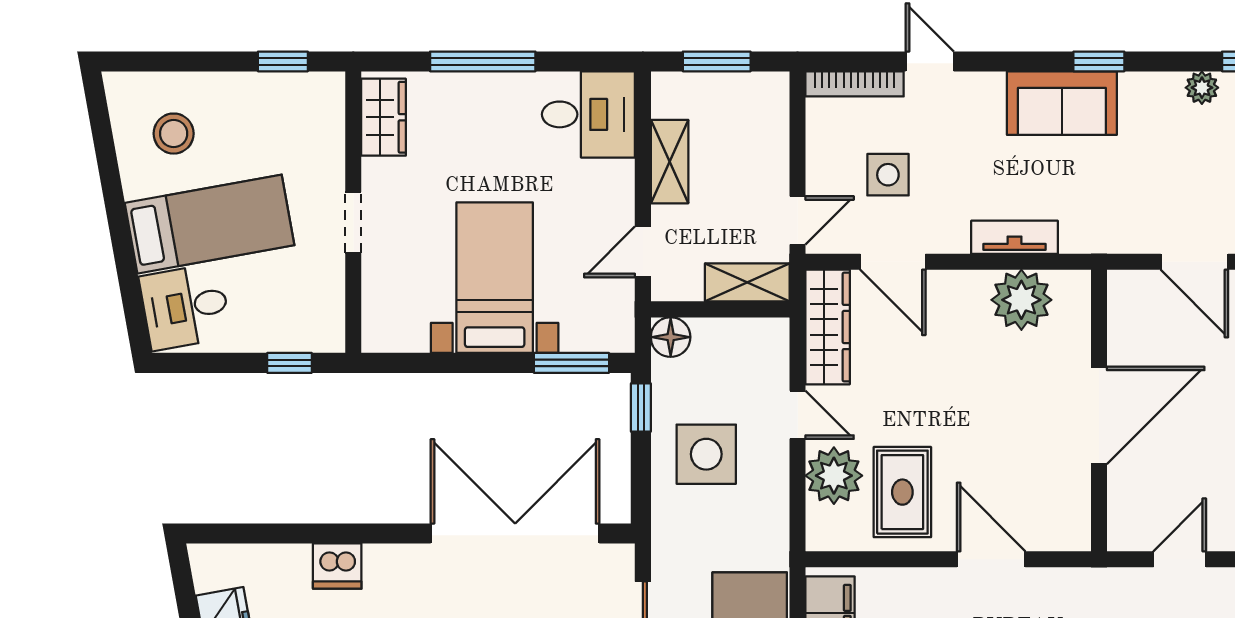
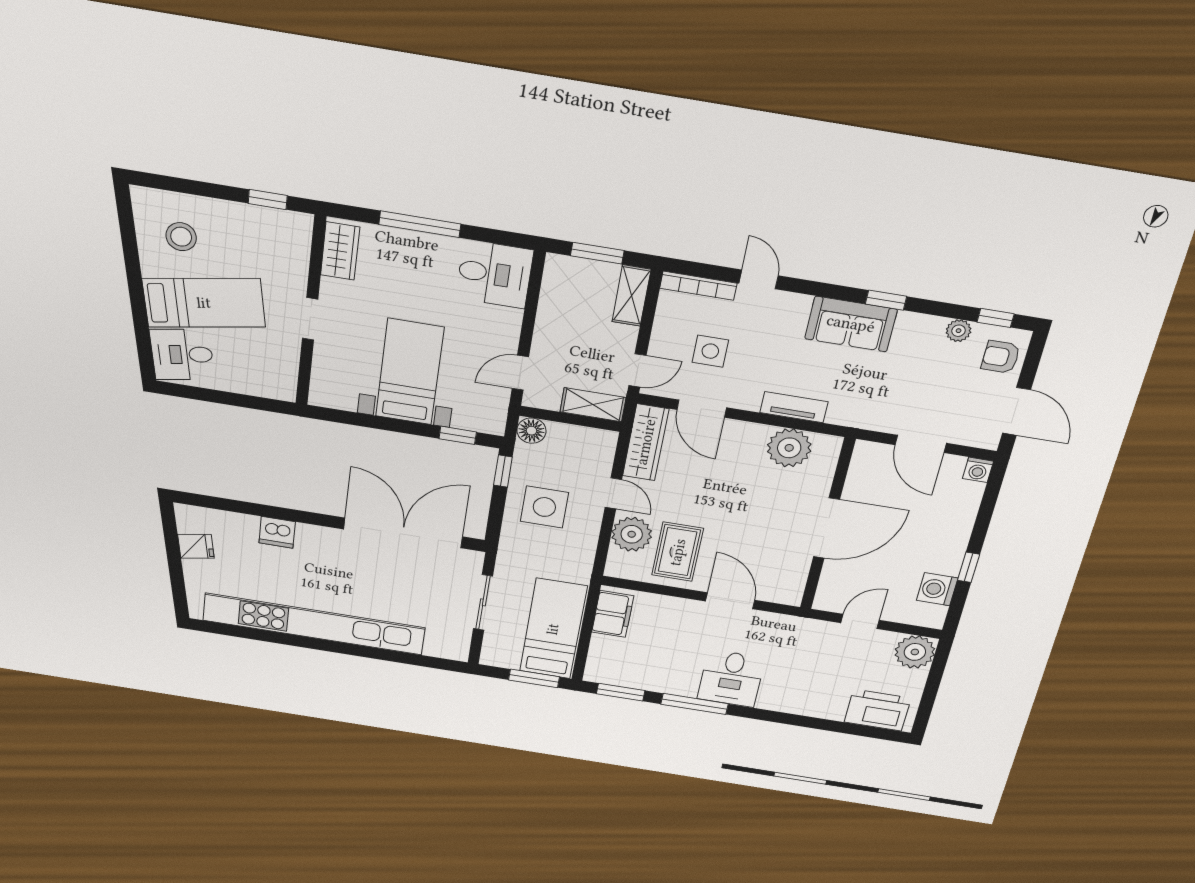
shelving: (670, 162) -> (631, 295), moved
window: (289, 363) -> (255, 403), removed
window: (571, 363) -> (458, 435), width x0.67

